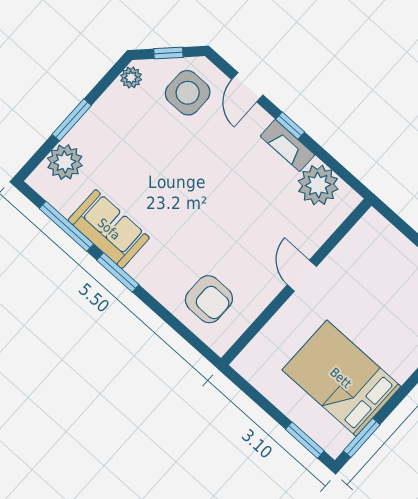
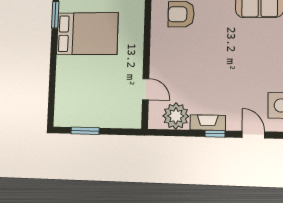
door: (302, 276) -> (146, 89), moved

